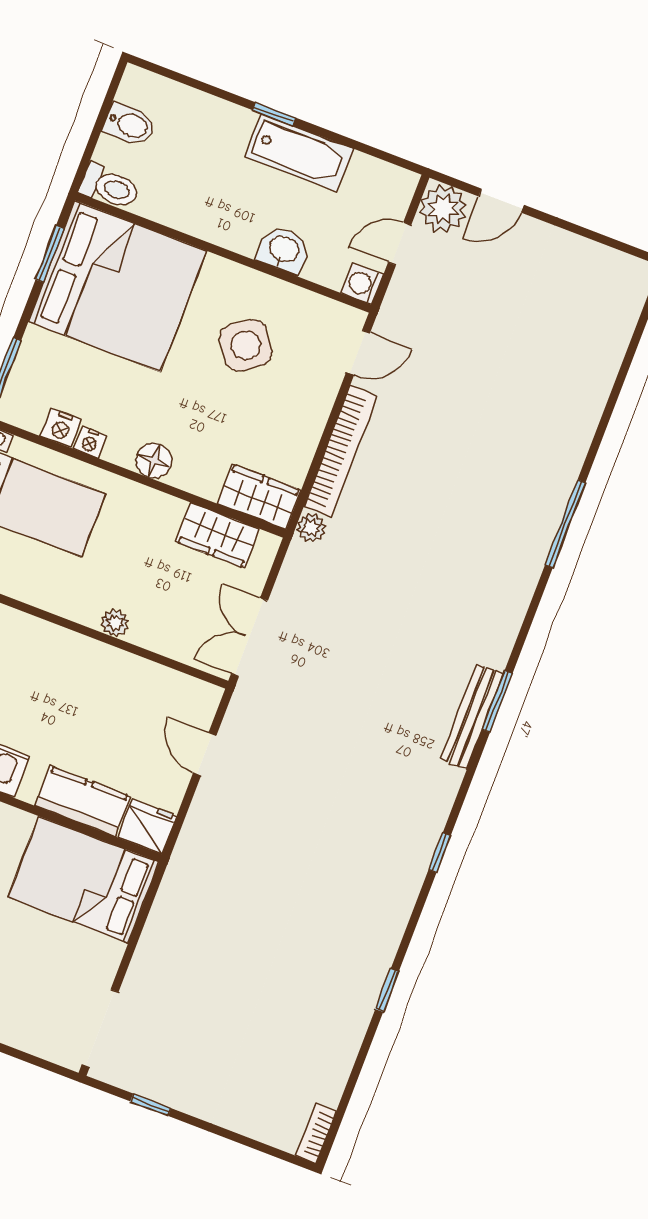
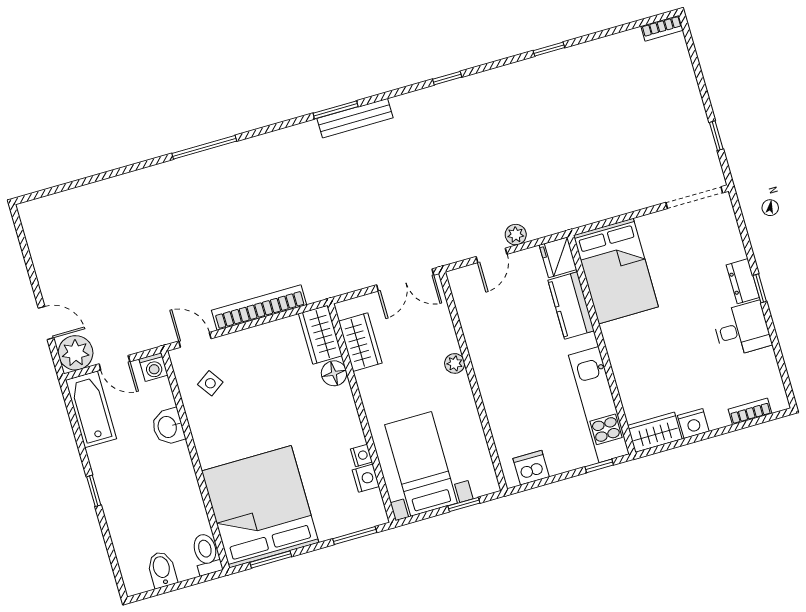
bathtub: (299, 153) -> (91, 409), moved
side table: (246, 345) -> (210, 383), moved, width x0.54, depth x0.54
floor lamp: (154, 461) -> (334, 373), moved
plant: (311, 528) -> (516, 235), moved

